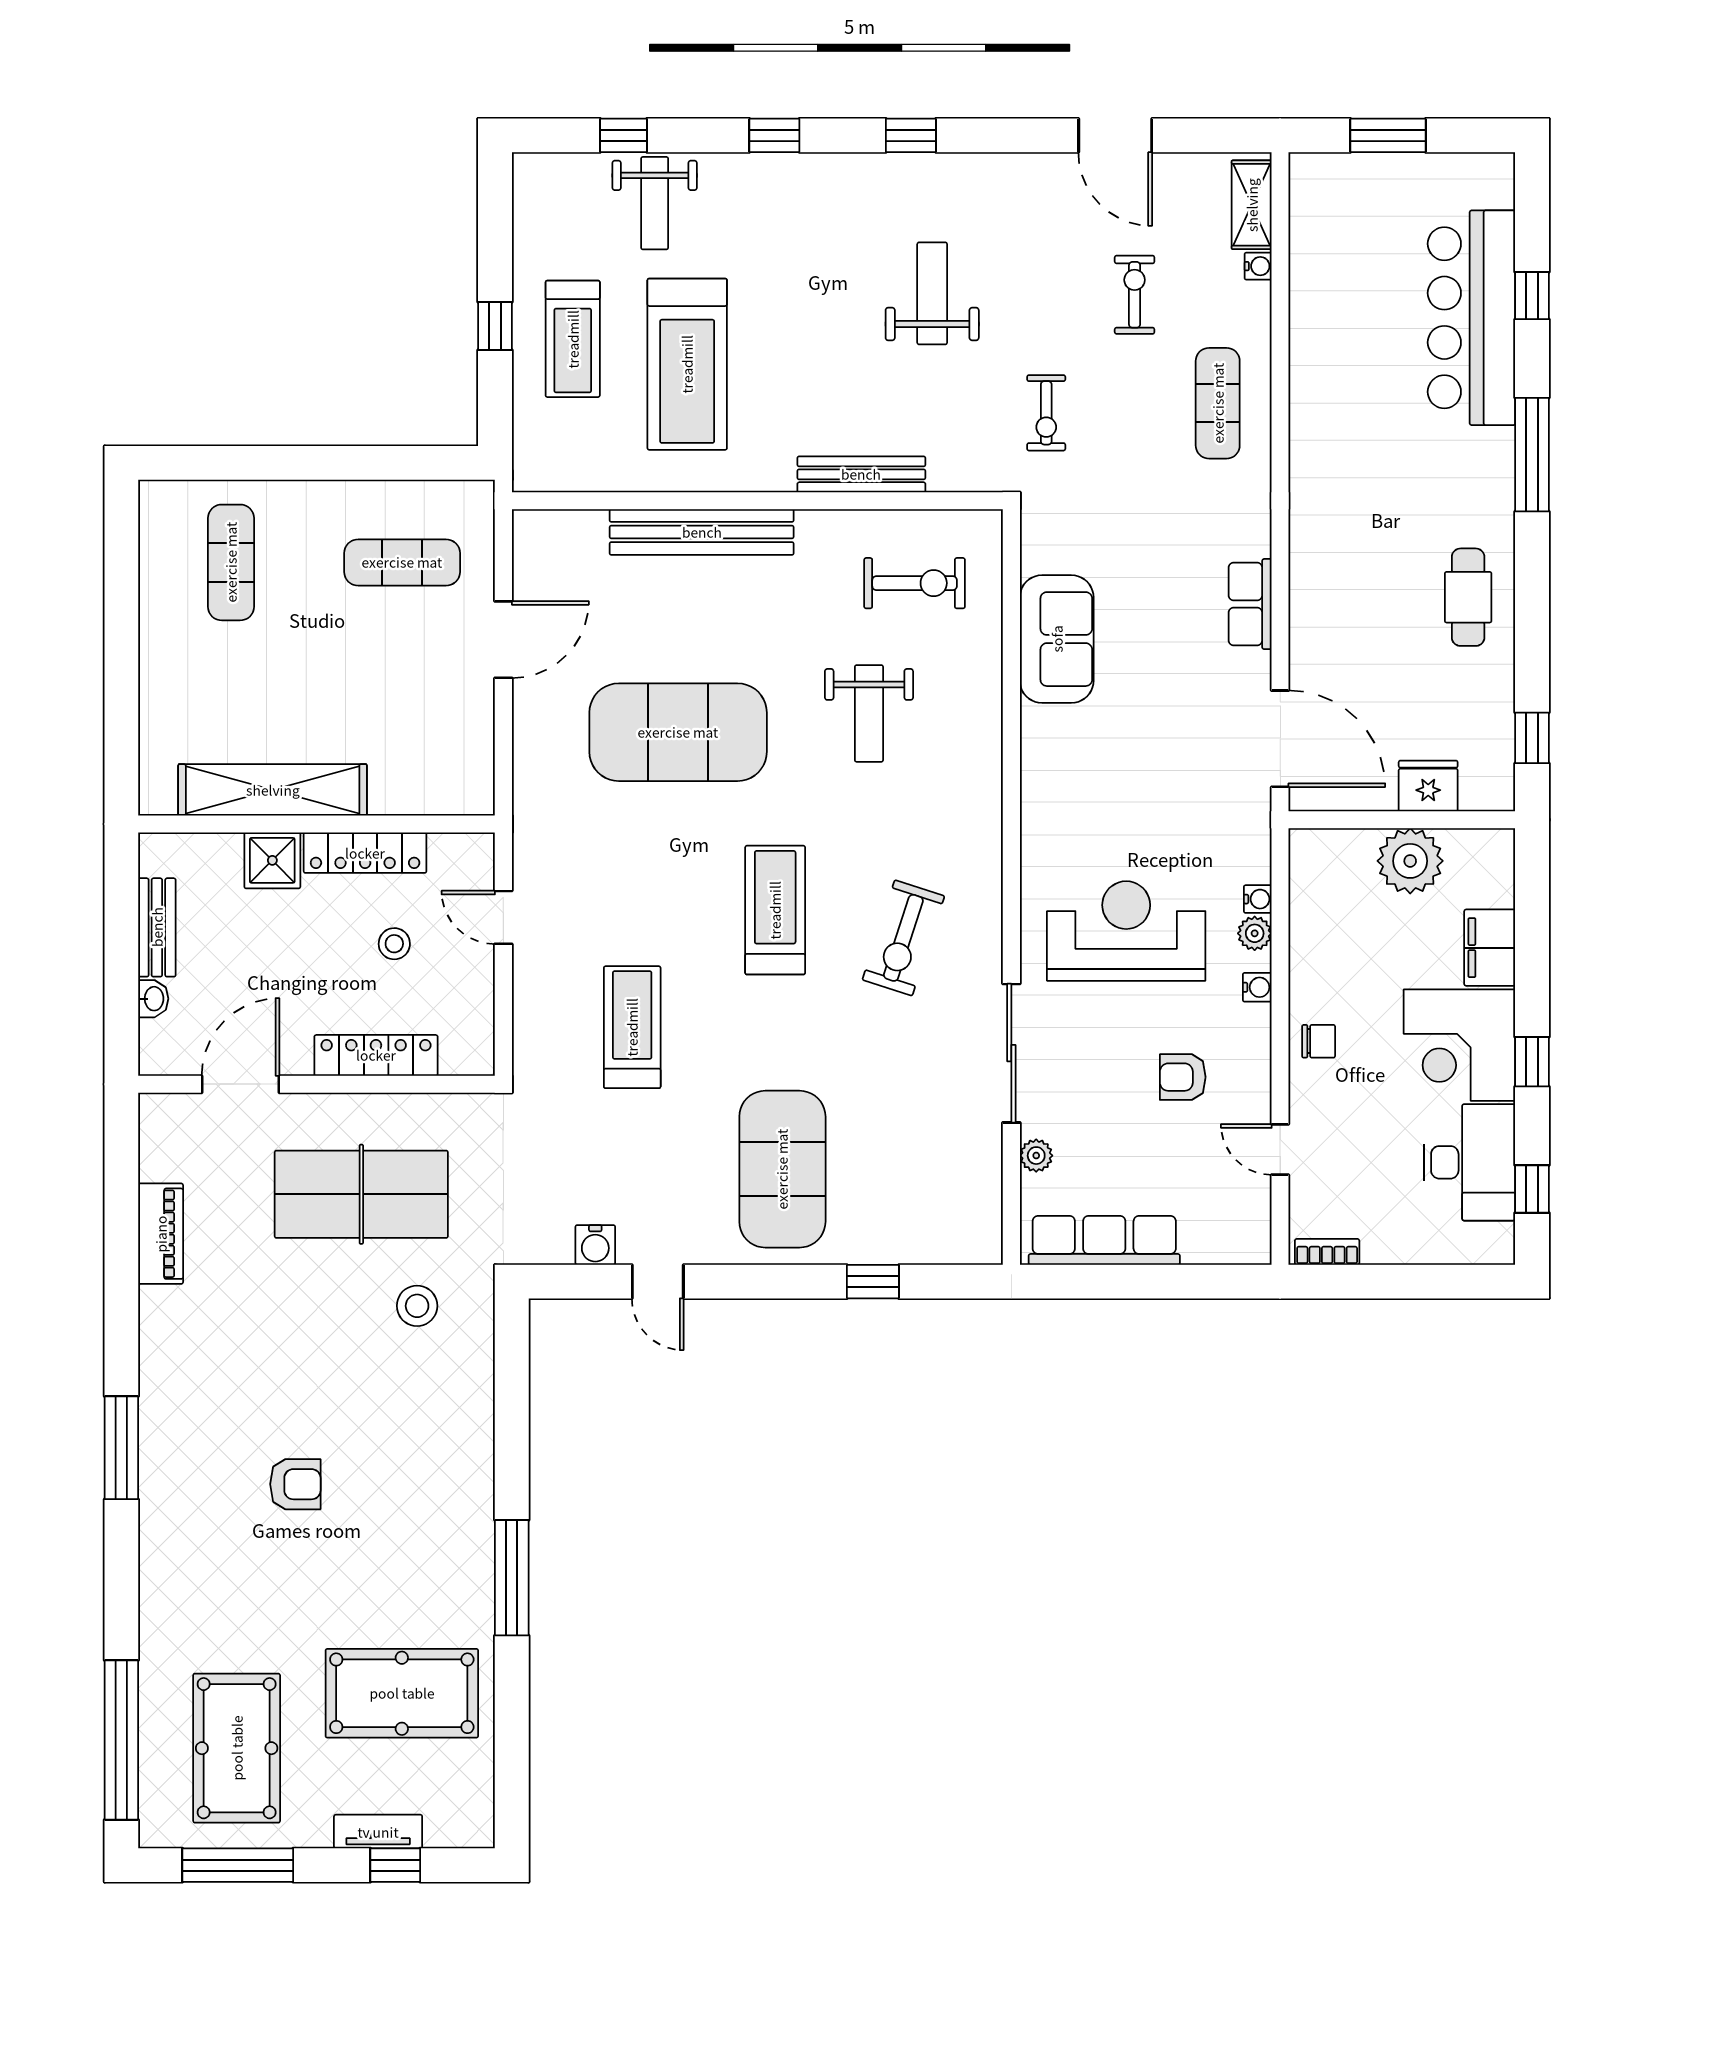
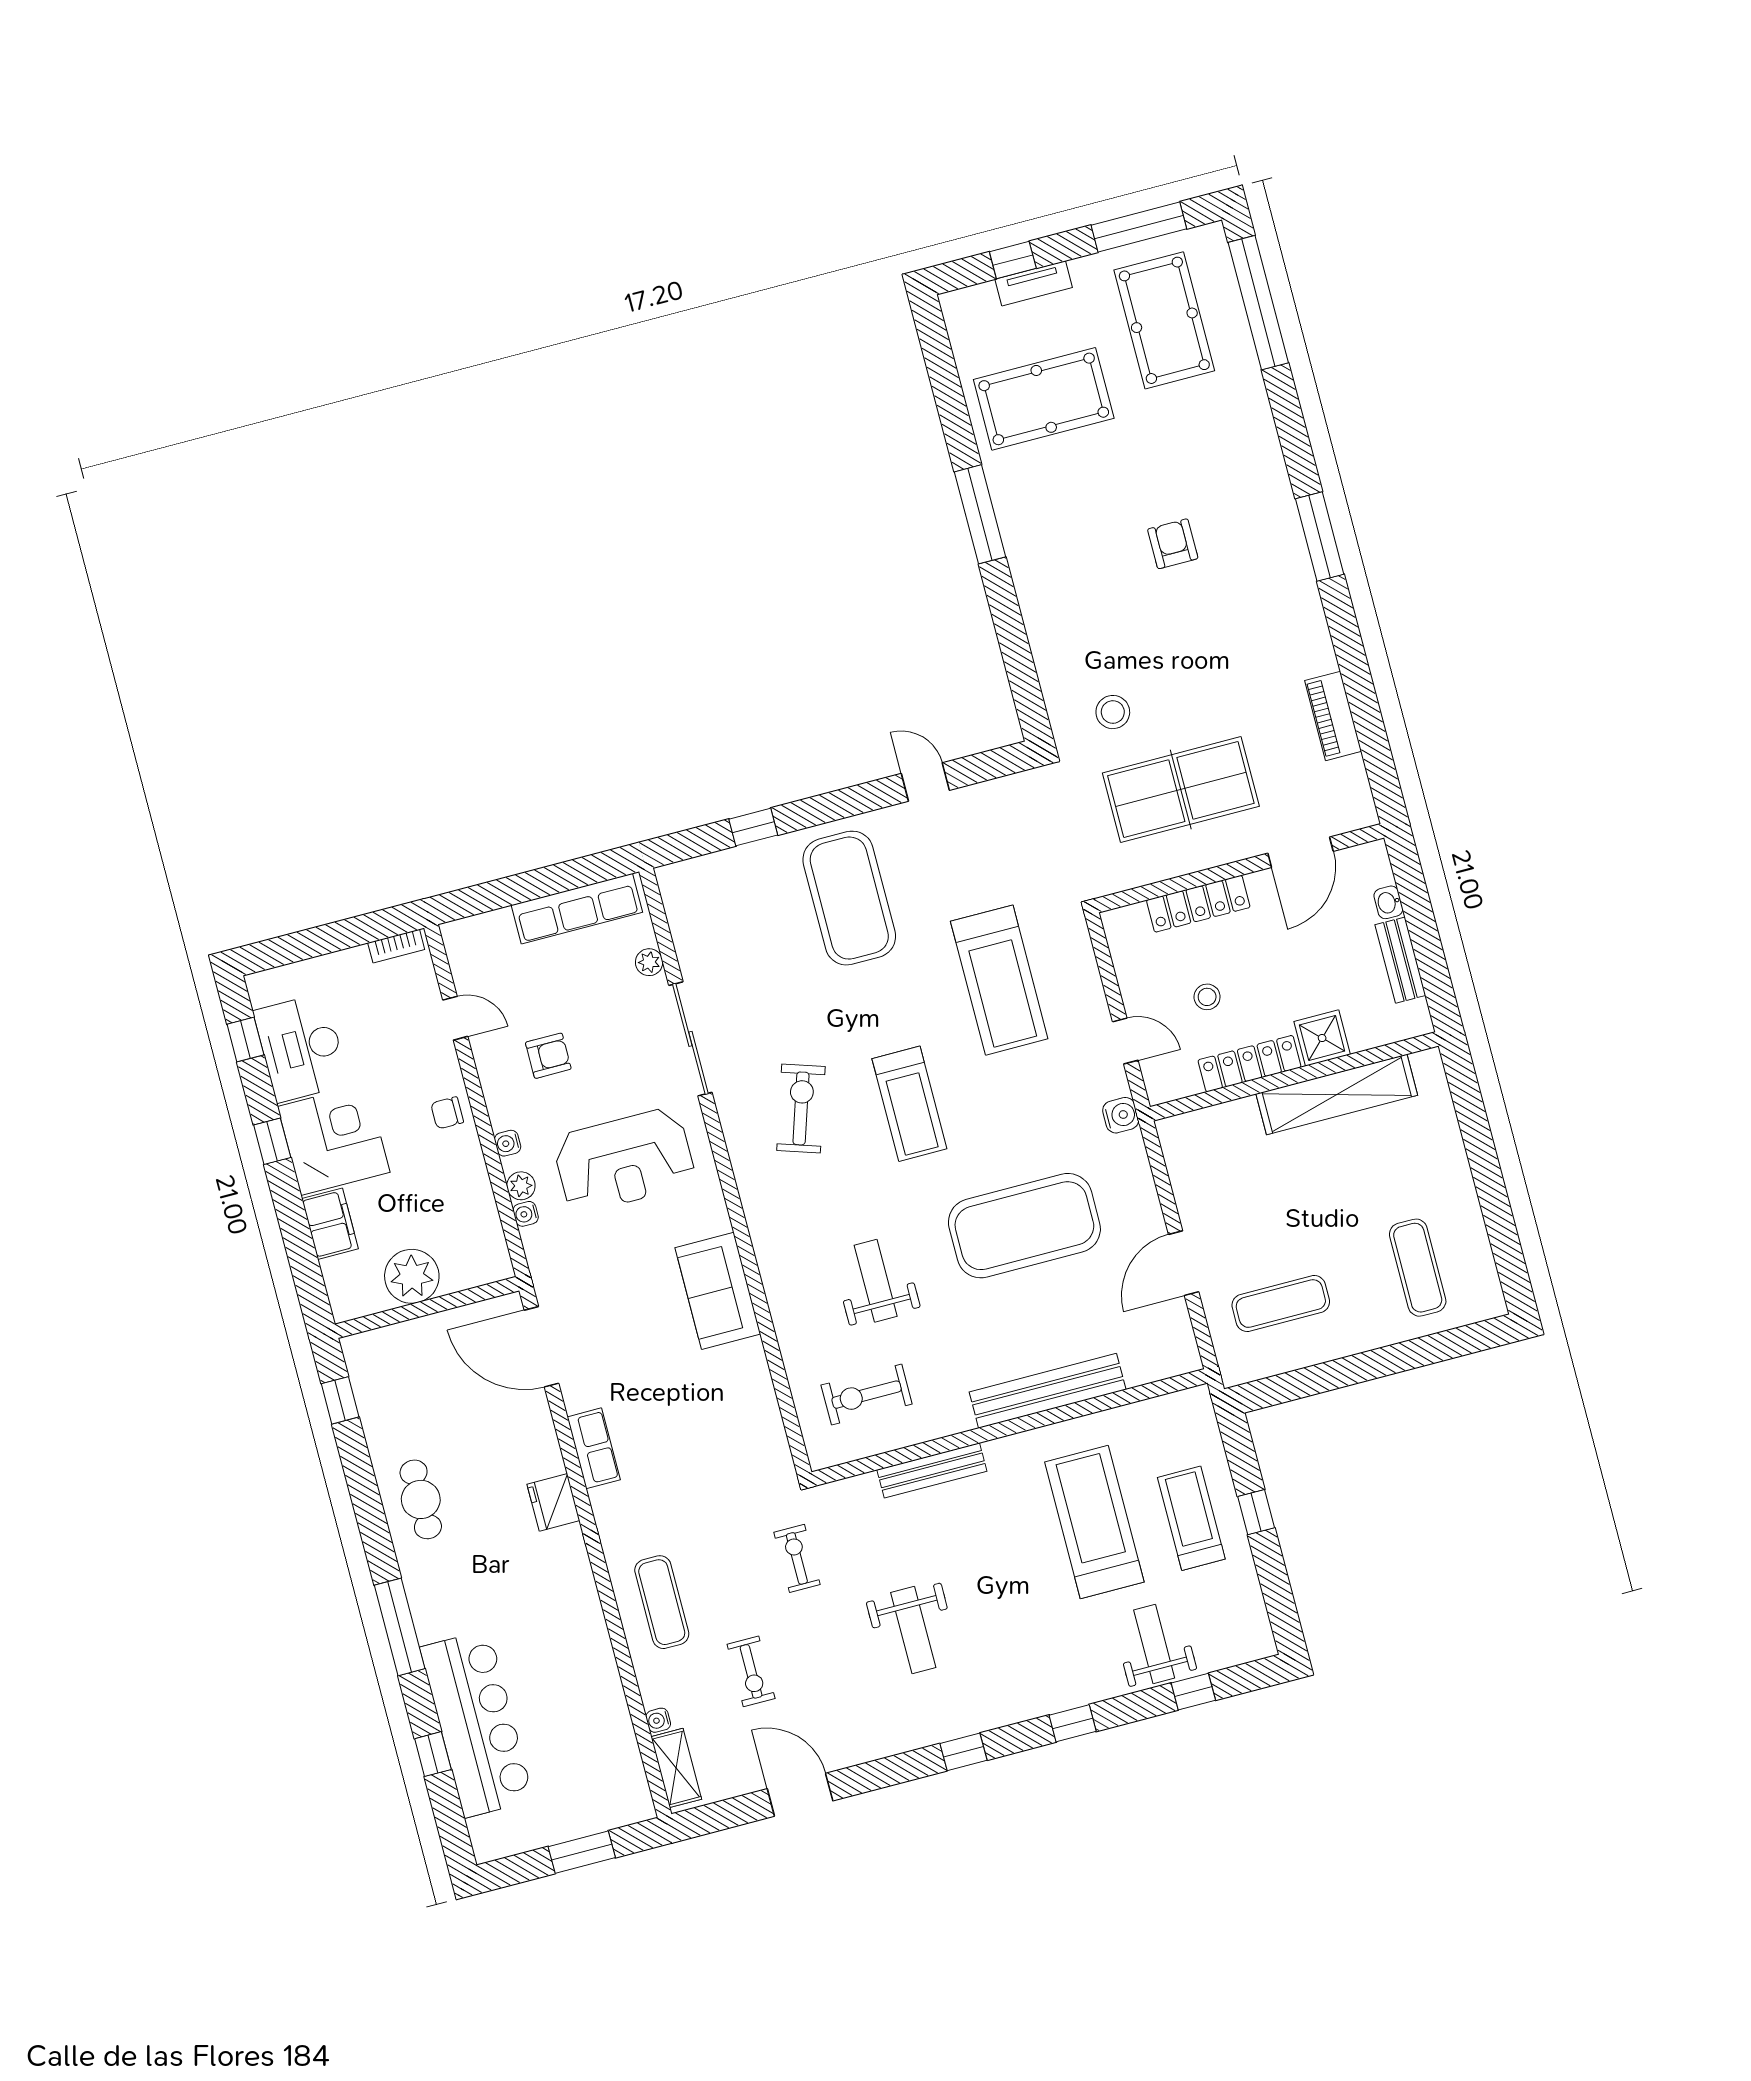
sofa: (1057, 639) -> (718, 1291), moved
fridge: (1428, 786) -> (553, 1502), moved, turned 90
treadmill: (632, 1027) -> (999, 980), width x1.37, depth x1.38
water cooler: (595, 1245) -> (1121, 1115), moved, turned 90
armchair: (295, 1484) -> (1173, 544), turned 90

